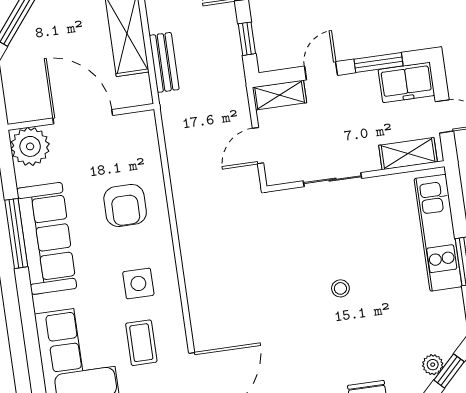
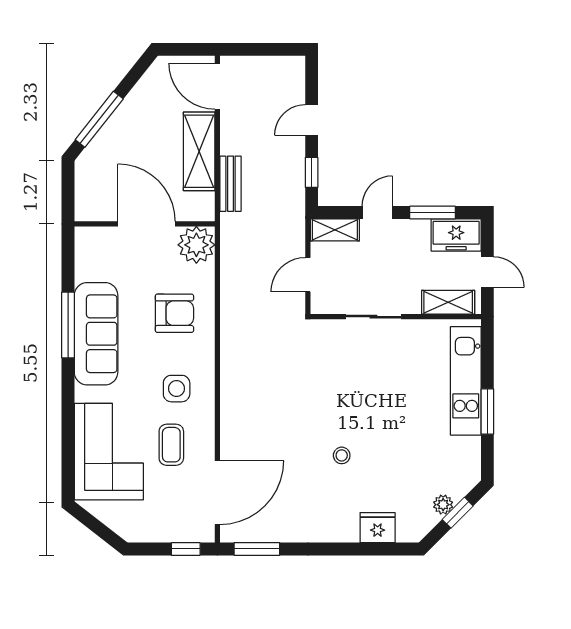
plant: (30, 146) -> (196, 245), moved
armchair: (125, 205) -> (174, 313), turned -90
stool: (340, 288) -> (342, 455), moved

